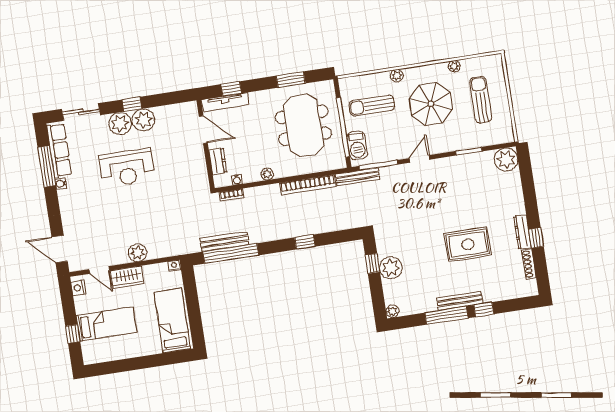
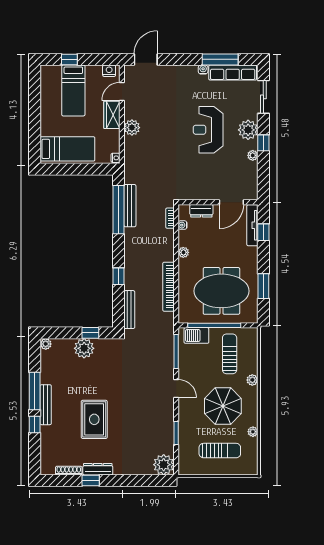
plant: (143, 120) -> (253, 155), width x0.53, depth x0.53
bench: (357, 177) -> (129, 310), moved

